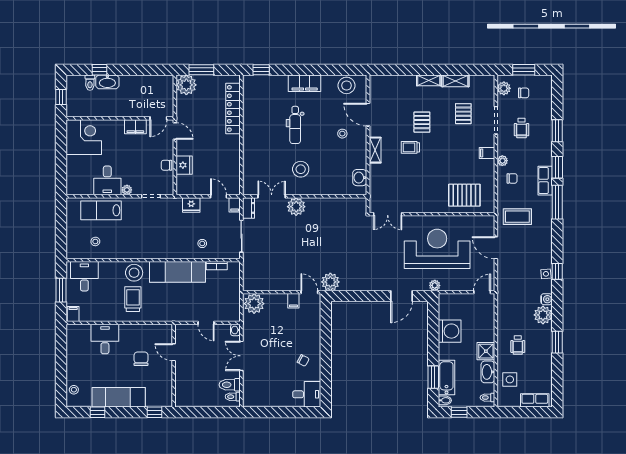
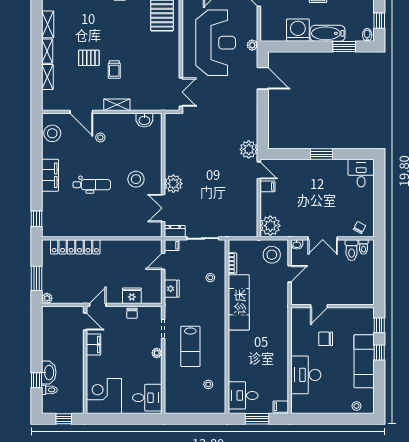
shelving: (403, 81) -> (47, 77), added
plant: (186, 85) -> (47, 298), width x0.53, depth x0.53
pallet: (463, 114) -> (80, 17), removed
door: (368, 115) -> (81, 112), hinge flipped
desk: (107, 180) -> (147, 398), moved
lab bench: (101, 210) -> (190, 346), moved
reception desk: (437, 249) -> (216, 43), turned 180
stool: (134, 273) -> (272, 255), moved
door: (309, 292) -> (259, 170), swing flipped
trolley: (133, 299) -> (266, 347), removed
desk: (105, 339) -> (306, 375), width x1.37
window: (326, 355) -> (322, 154), added
chair: (303, 360) -> (360, 228), moved
bathtub: (446, 378) -> (328, 33), moved
window: (98, 412) -> (379, 352), moved

